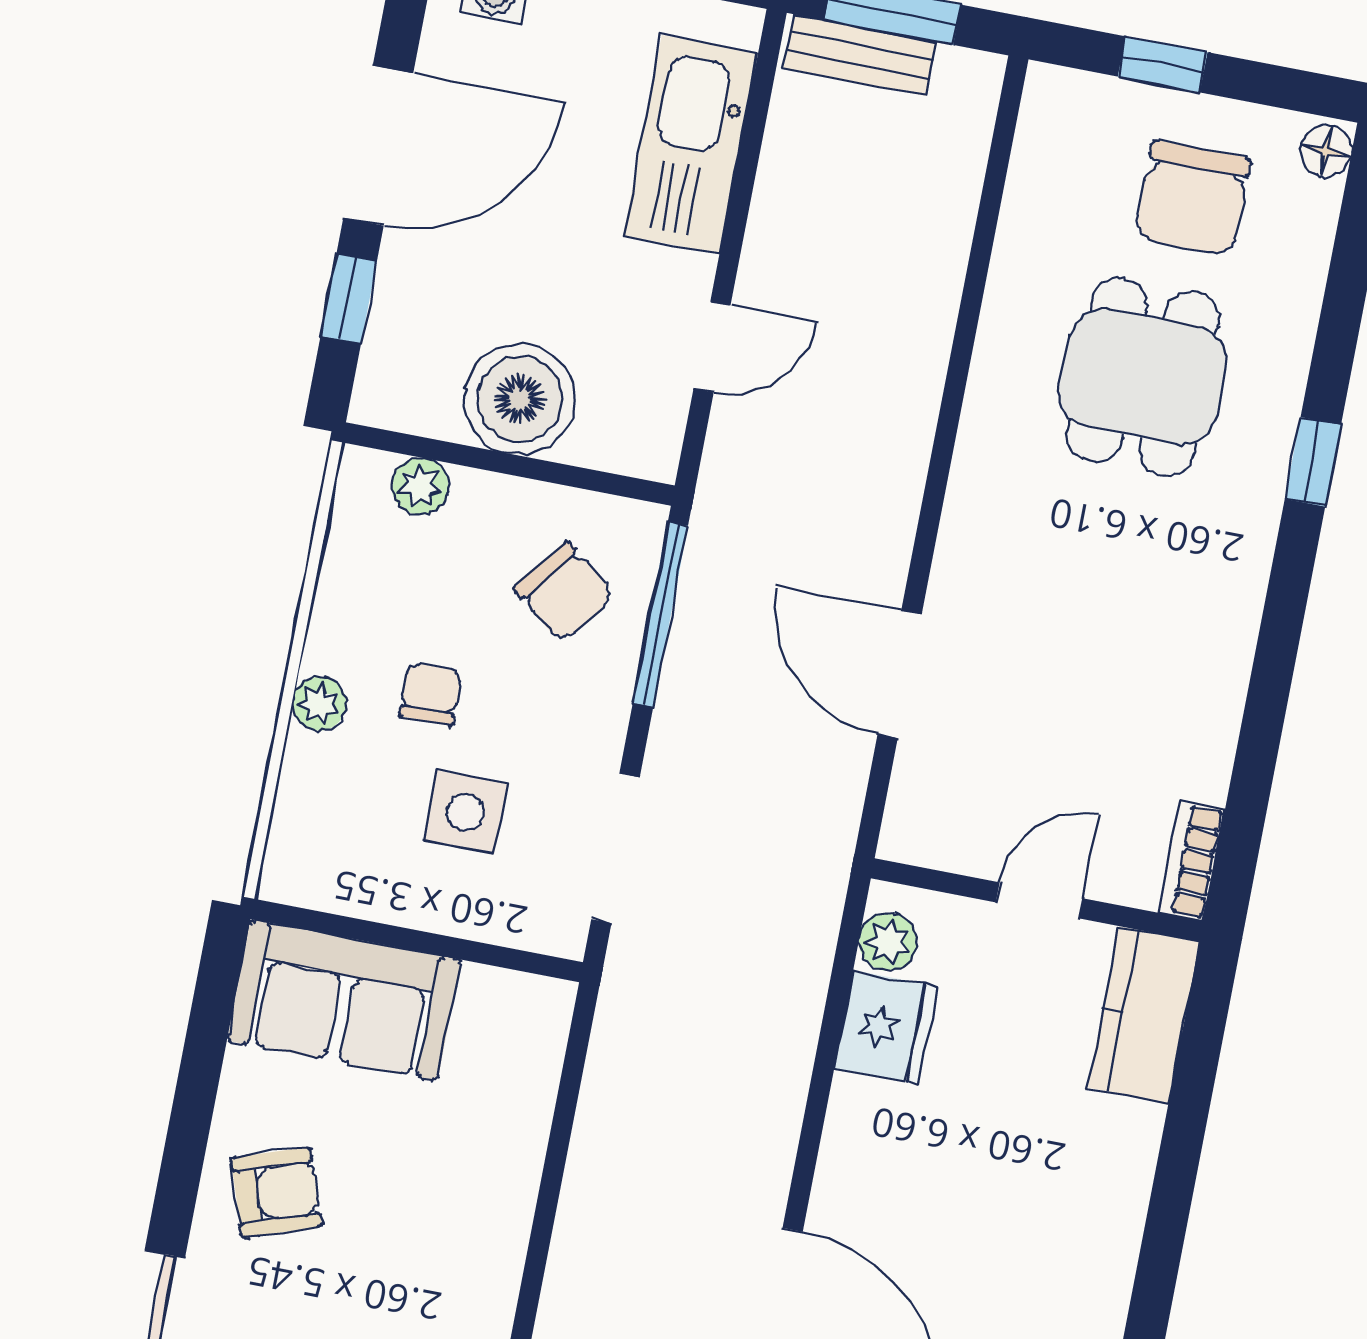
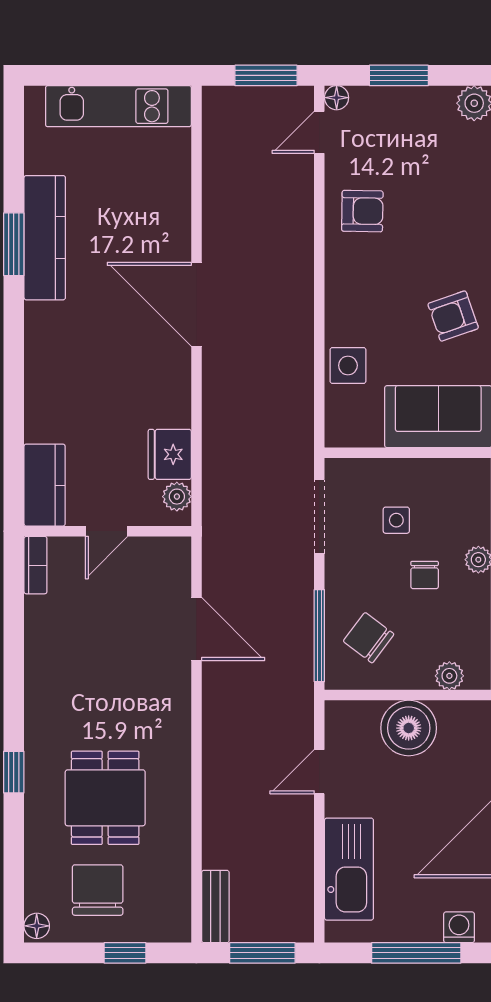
bench: (860, 55) -> (215, 906), moved, turned 90
side table: (465, 812) -> (396, 520), width x0.73, depth x0.73
side table: (502, 1135) -> (348, 365), added

